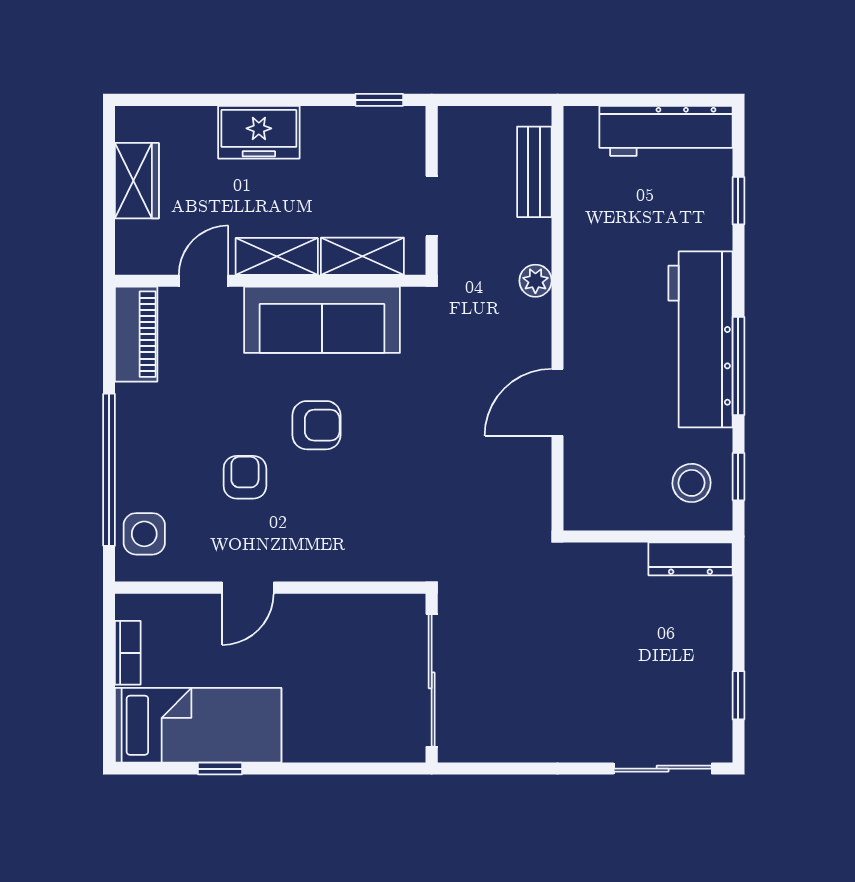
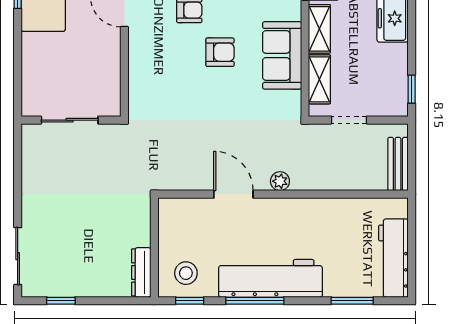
bench: (534, 172) -> (398, 164), moved, turned 90
window: (738, 201) -> (352, 301), width x1.50
plant: (535, 281) -> (280, 181), moved
sofa: (322, 320) -> (282, 55), width x0.73
armchair: (316, 425) -> (220, 52), turned -90
sliding door: (432, 680) -> (70, 120), width x0.73

